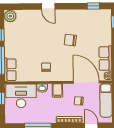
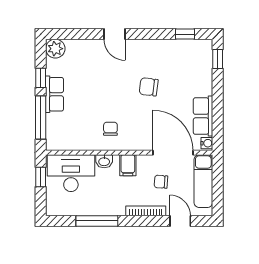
row of seats: (10, 70) -> (55, 94), moved

